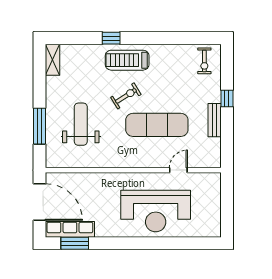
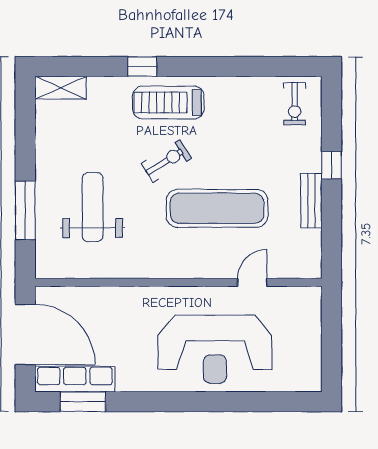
shelving: (52, 60) -> (60, 88), moved, turned 90

